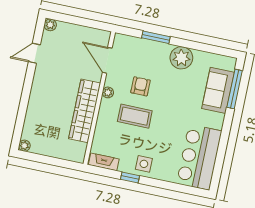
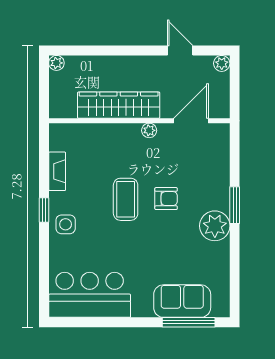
plant: (181, 58) -> (215, 226), moved
door: (107, 60) -> (191, 121), moved
plant: (108, 92) -> (149, 130), moved
wall: (99, 98) -> (139, 121), moved
wardrobe: (85, 111) -> (119, 105), moved

